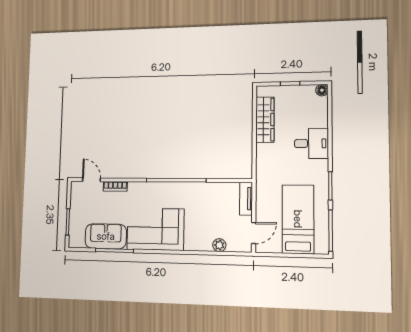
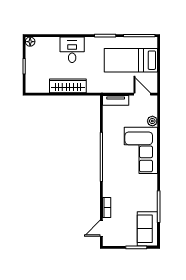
wardrobe: (265, 120) -> (68, 86), moved
corner sofa: (155, 229) -> (141, 150), moved
sofa: (106, 236) -> (147, 229), moved

